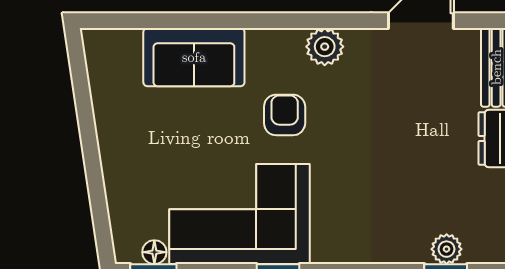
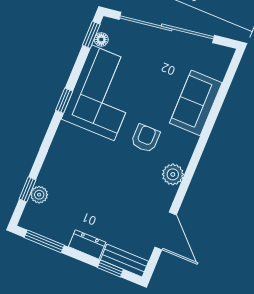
armchair: (285, 115) -> (145, 138), turned -90
sliding door: (91, 154) -> (167, 27), added

